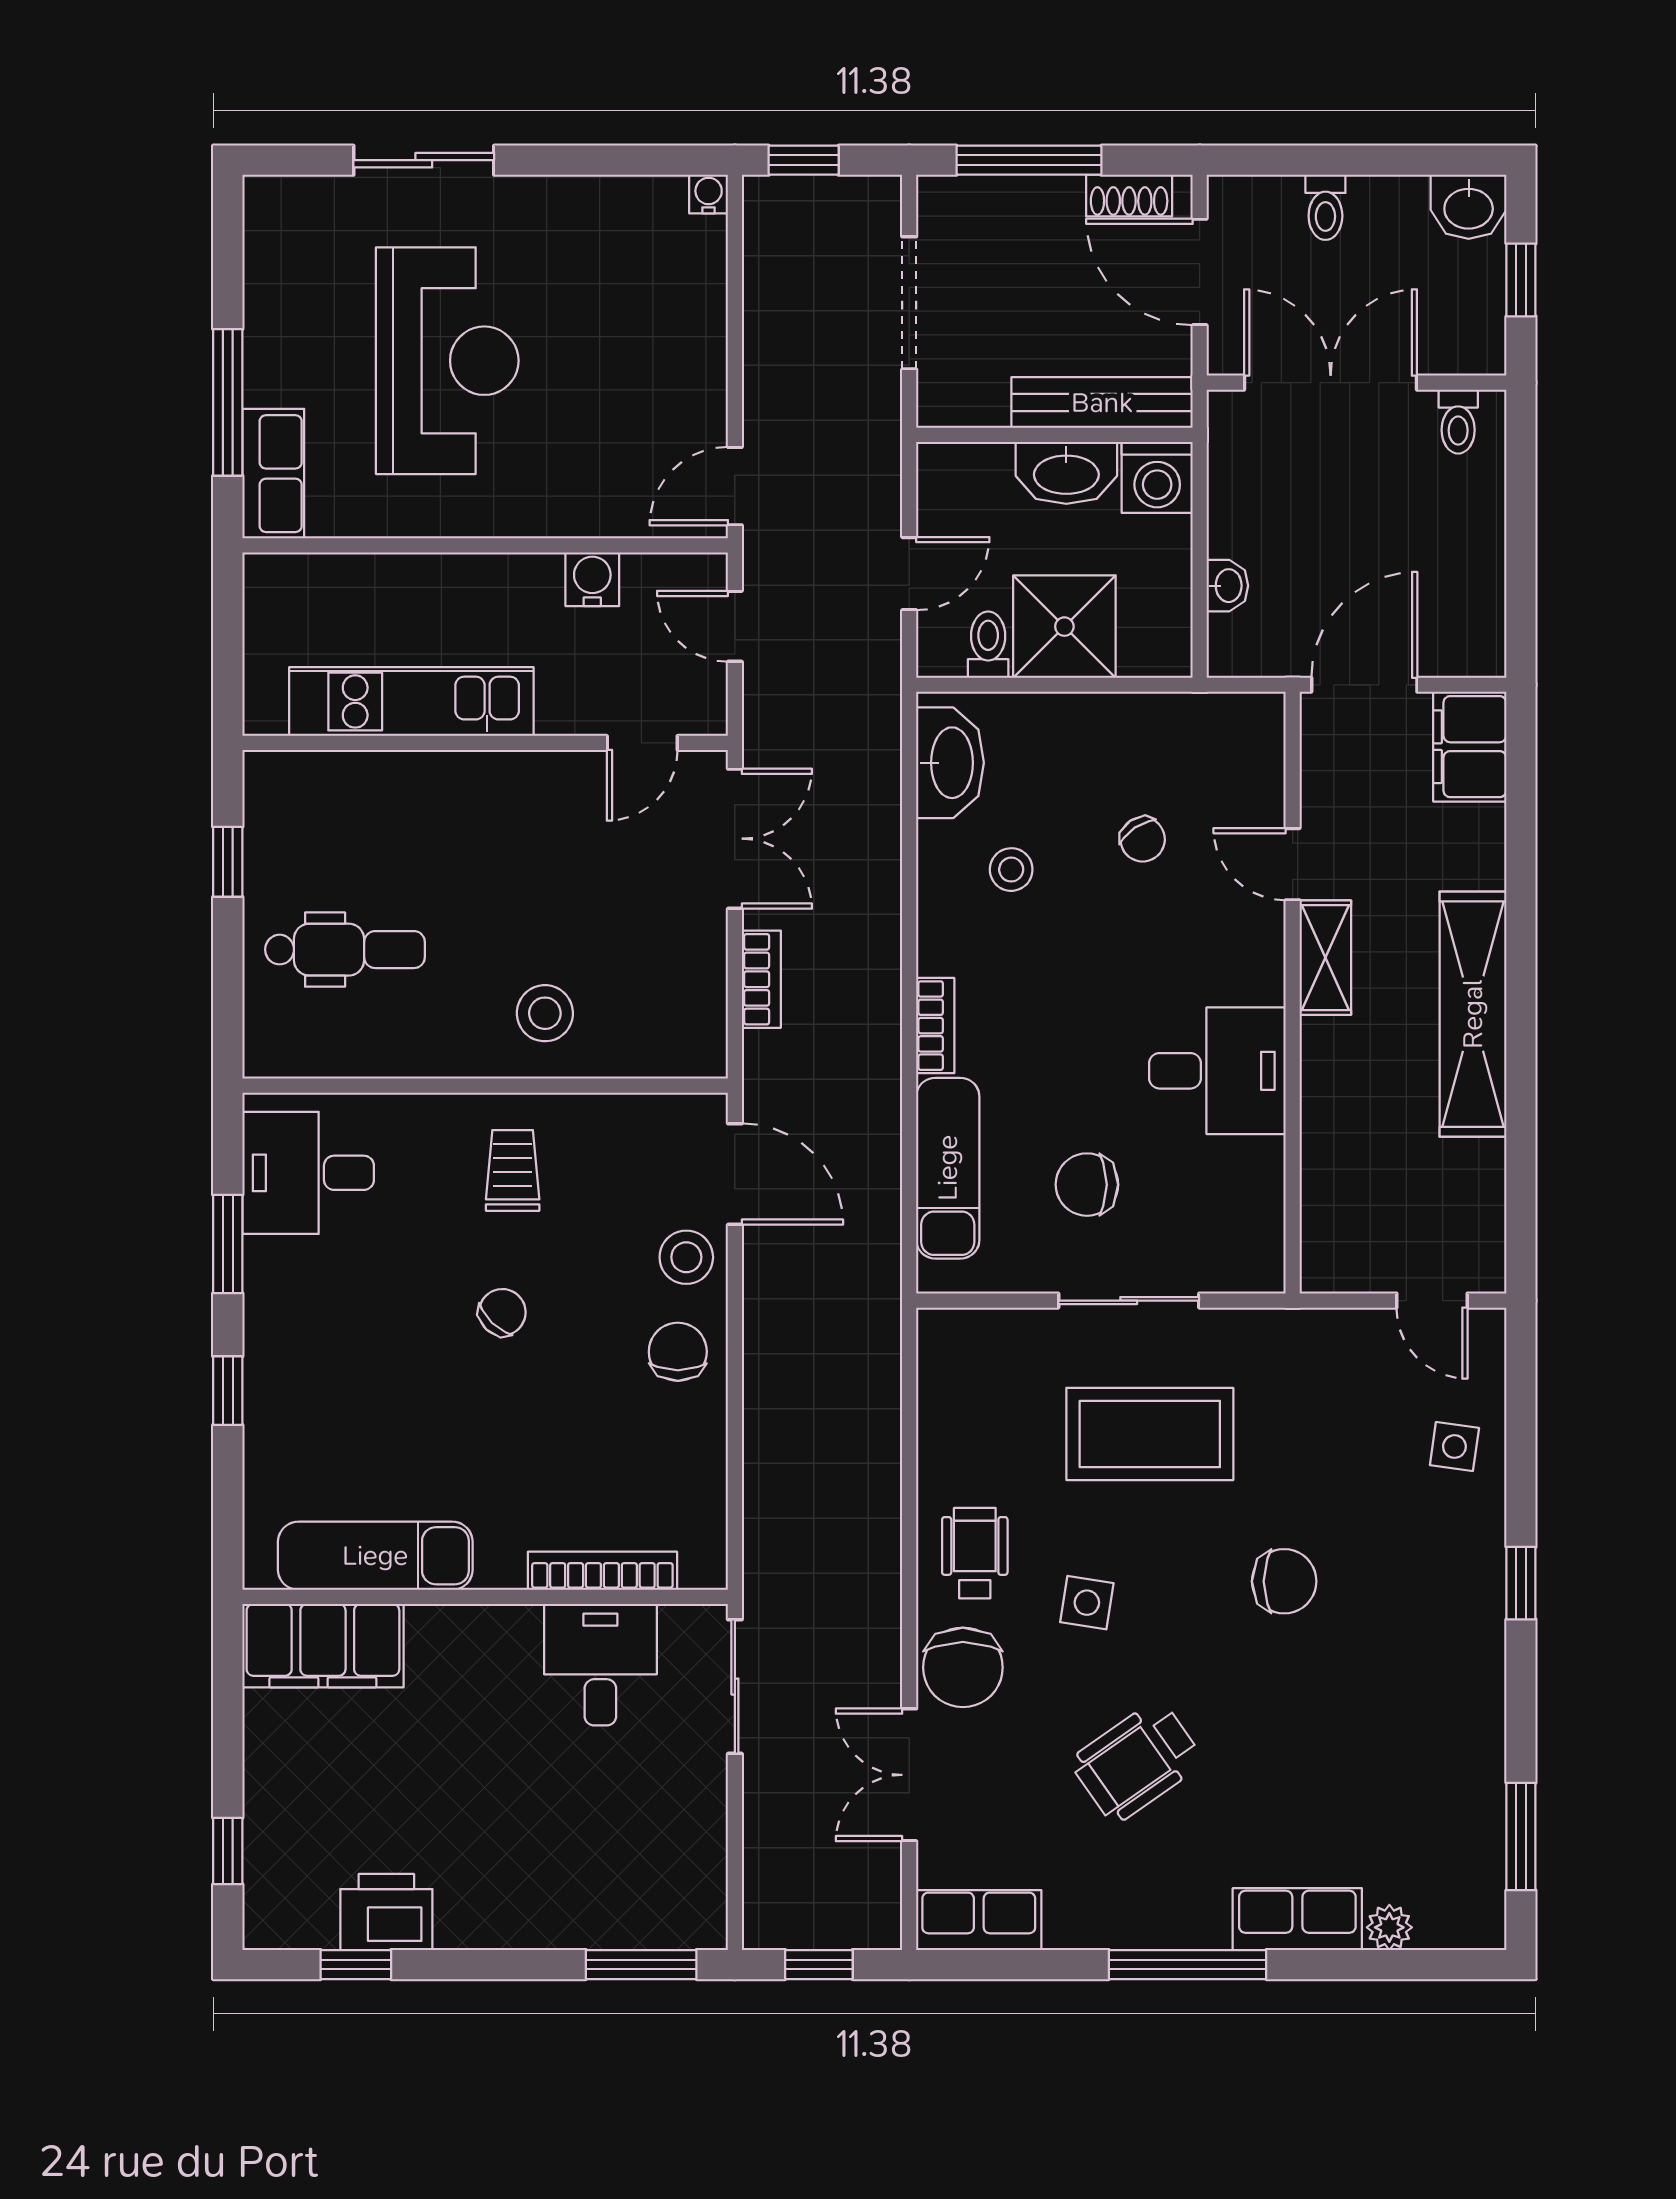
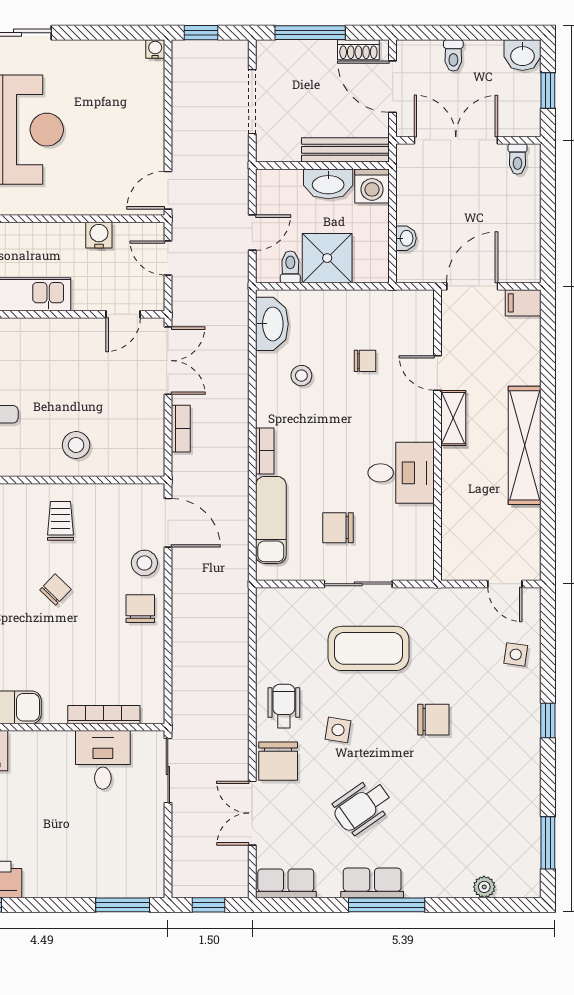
filing cabinet: (1470, 747) -> (523, 303), width x0.50
chair: (1143, 839) -> (365, 361), turned -56
row of seats: (1297, 1919) -> (372, 883), moved

